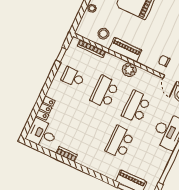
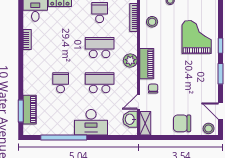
piano: (125, 50) -> (147, 64), moved
school desk: (120, 142) -> (61, 83), width x0.54

